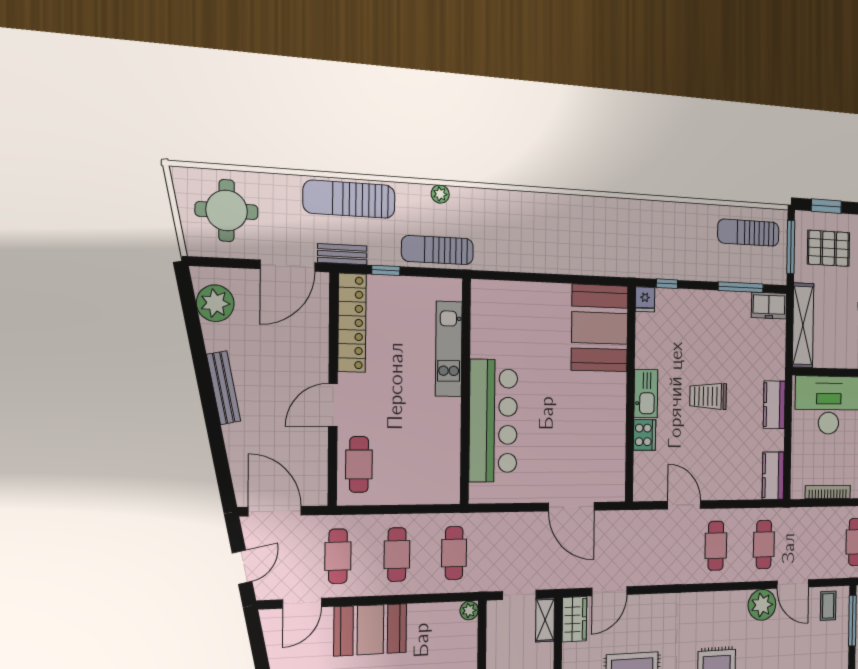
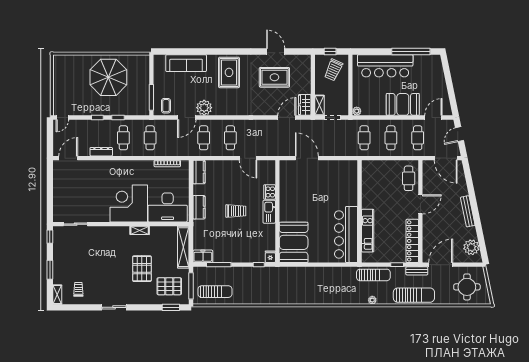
bar counter: (493, 421) -> (346, 234), moved
door: (793, 584) -> (187, 117), swing flipped

